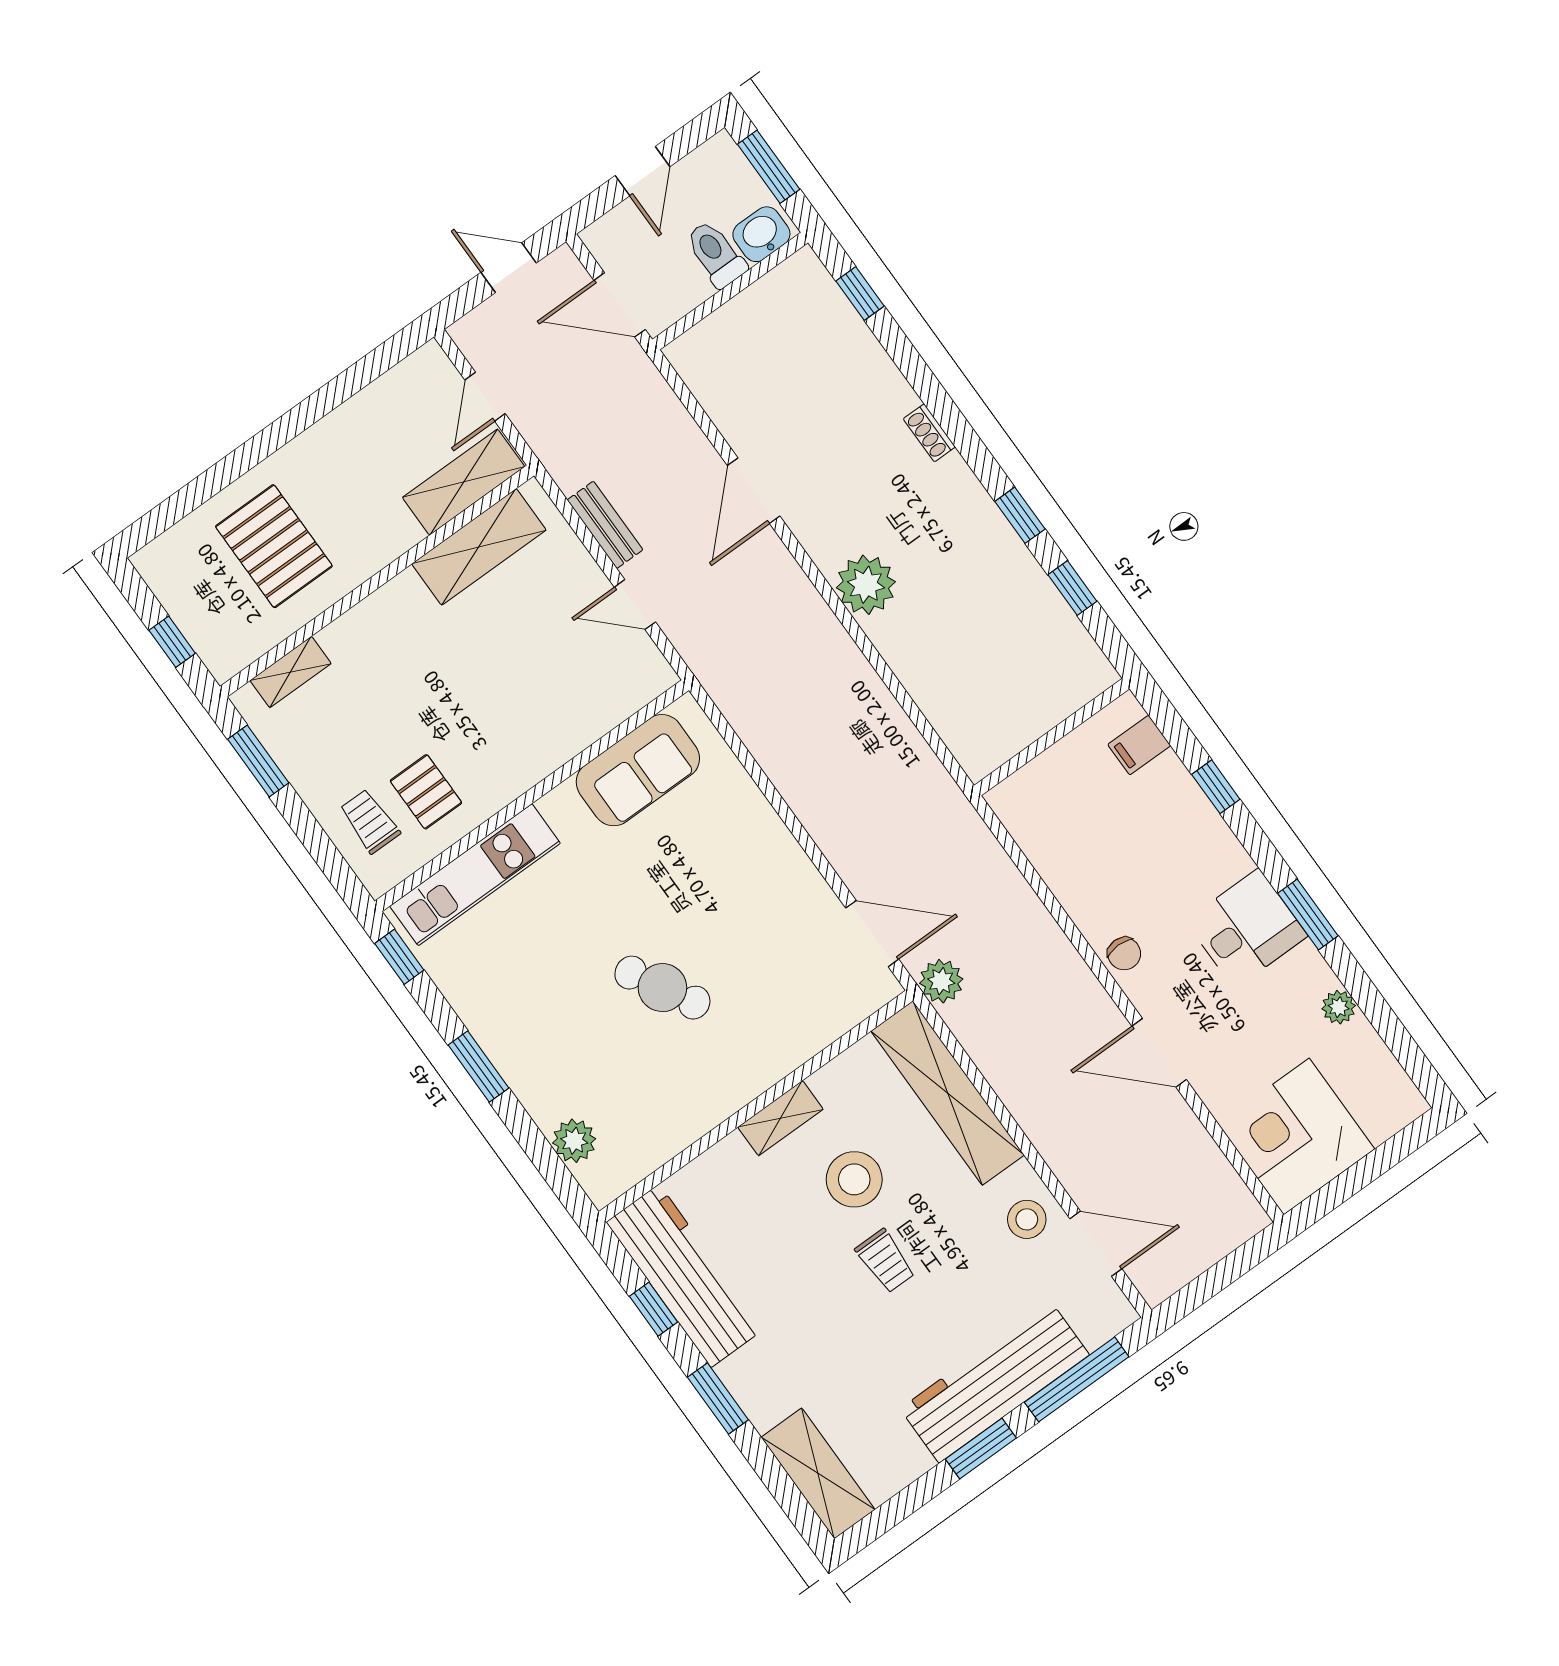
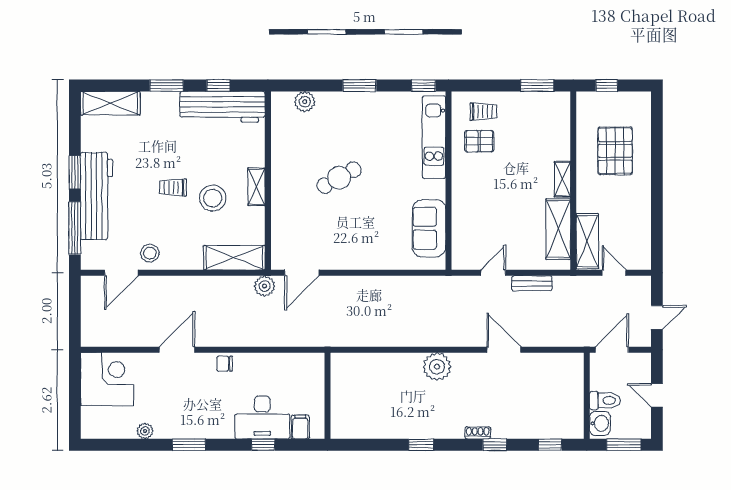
pallet: (274, 546) -> (615, 151), turned 90
window: (1072, 588) -> (495, 445), moved
shelving: (291, 672) -> (562, 179), moved
desk: (1246, 929) -> (262, 417), moved, width x1.37
shelving: (948, 1093) -> (234, 258), width x0.68

